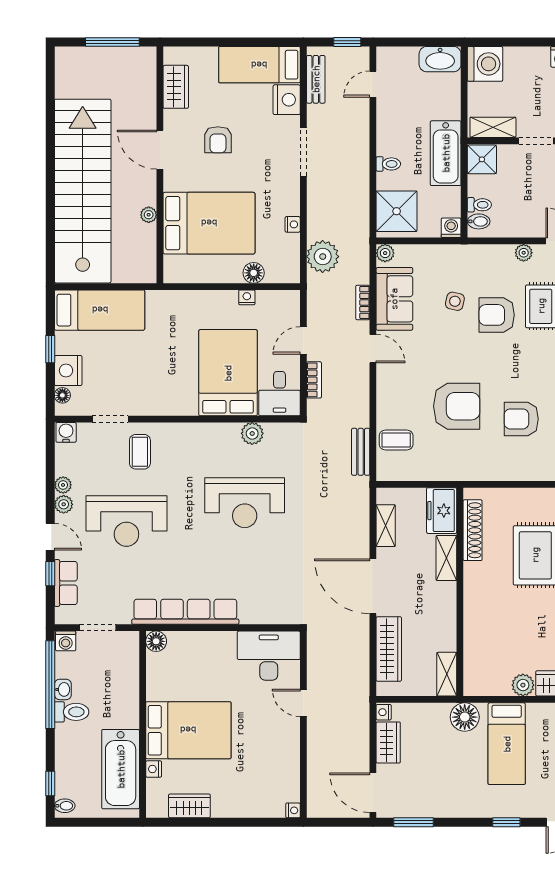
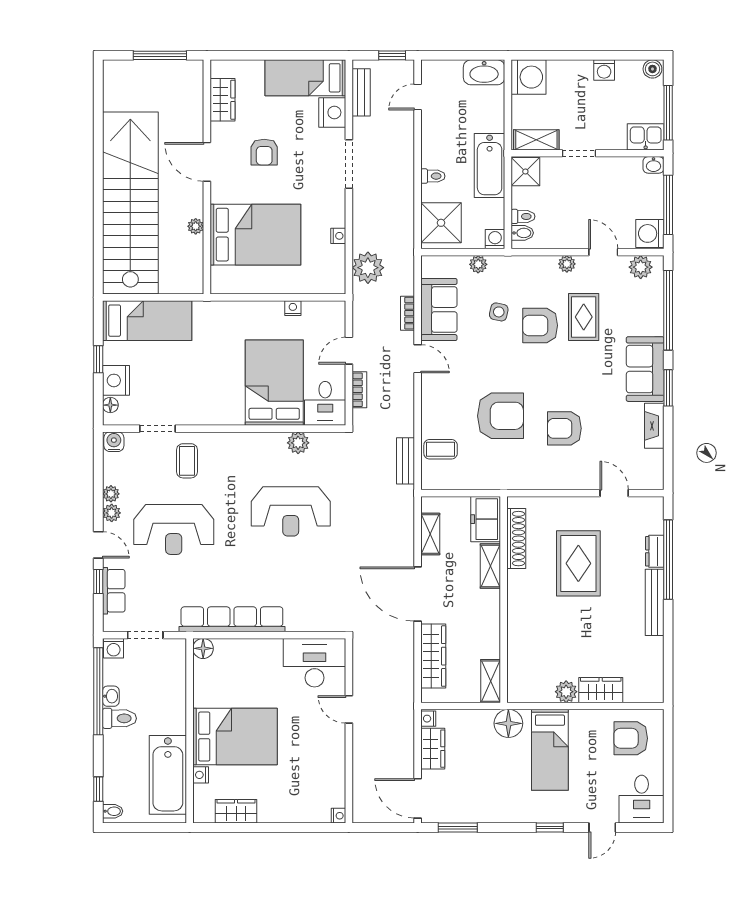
plant: (385, 253) -> (478, 264), moved
floor lamp: (254, 273) -> (300, 284), removed

